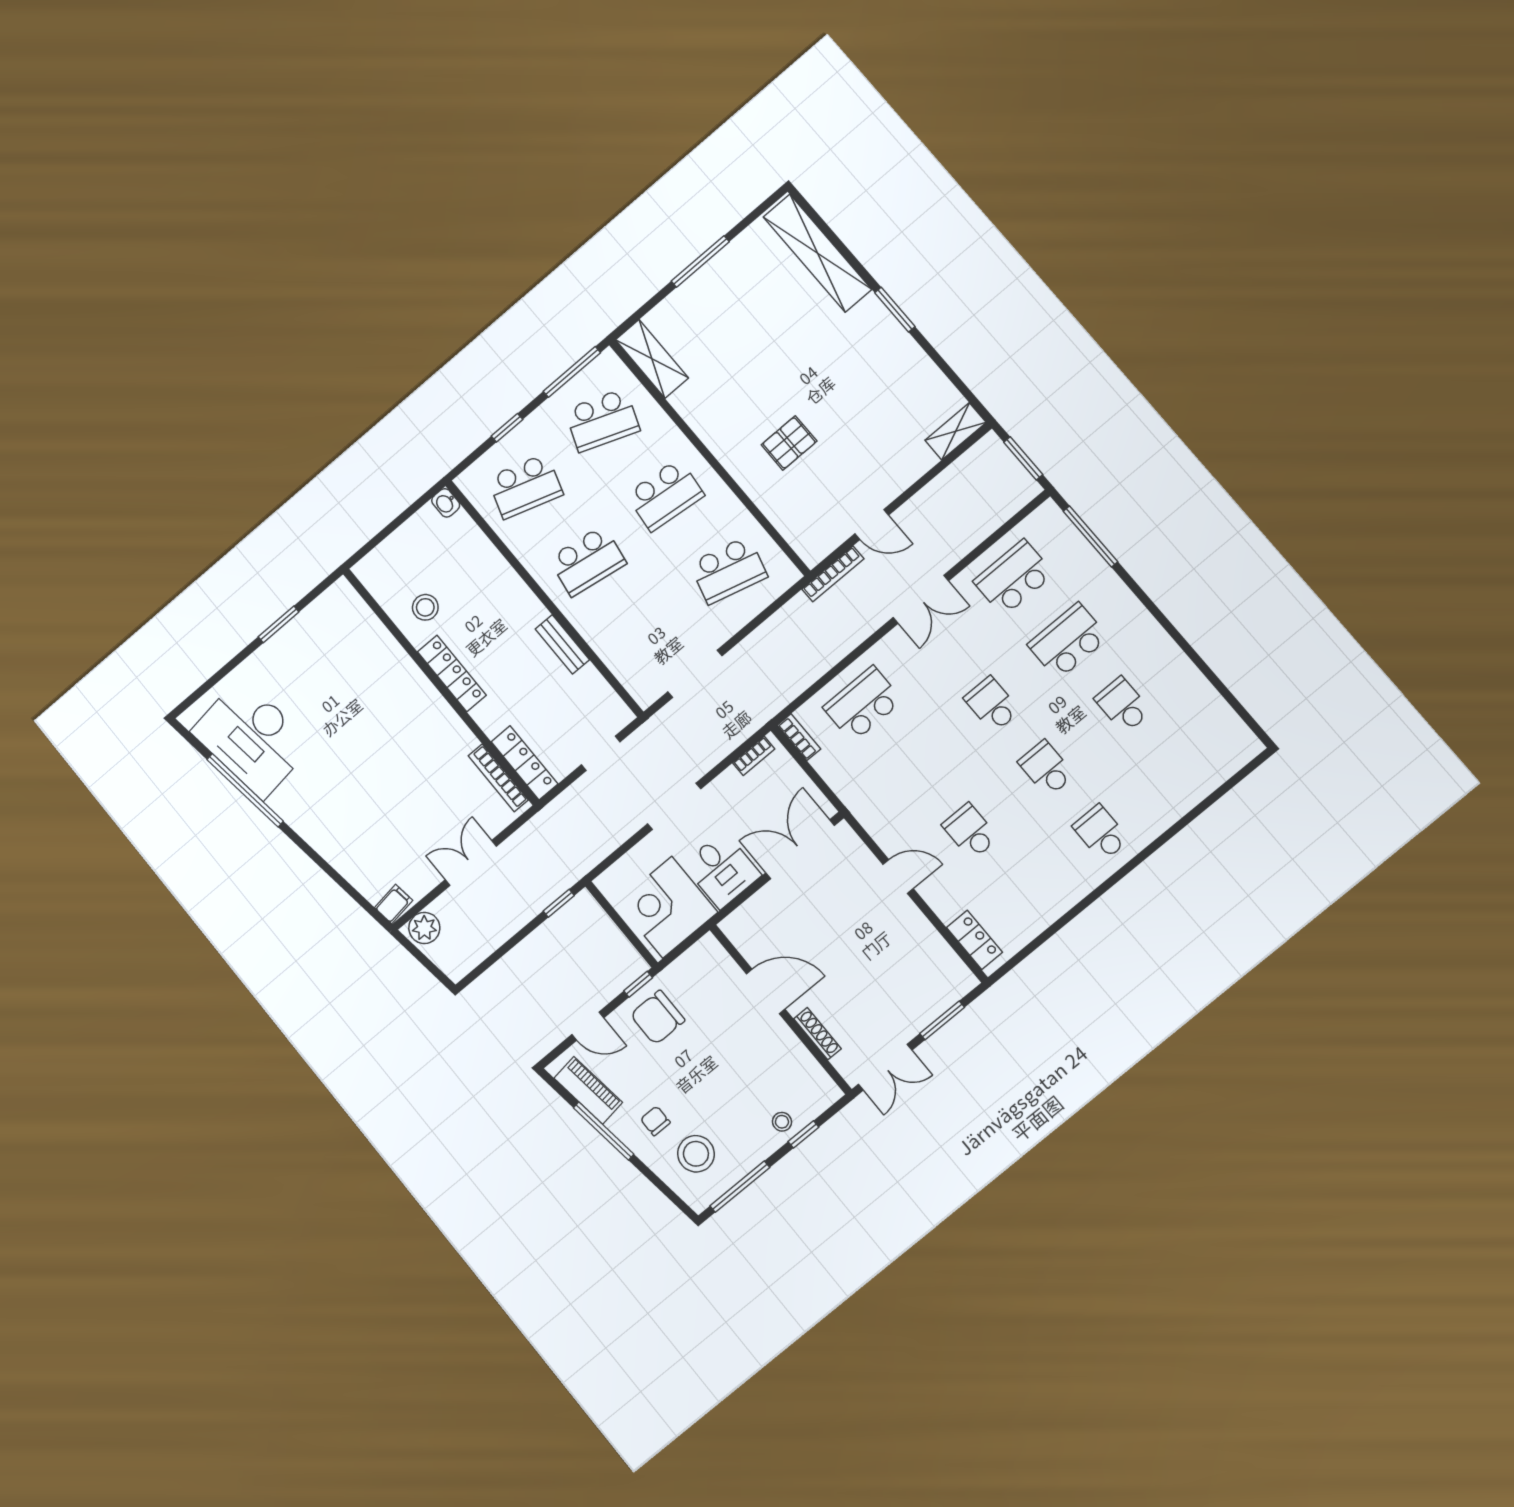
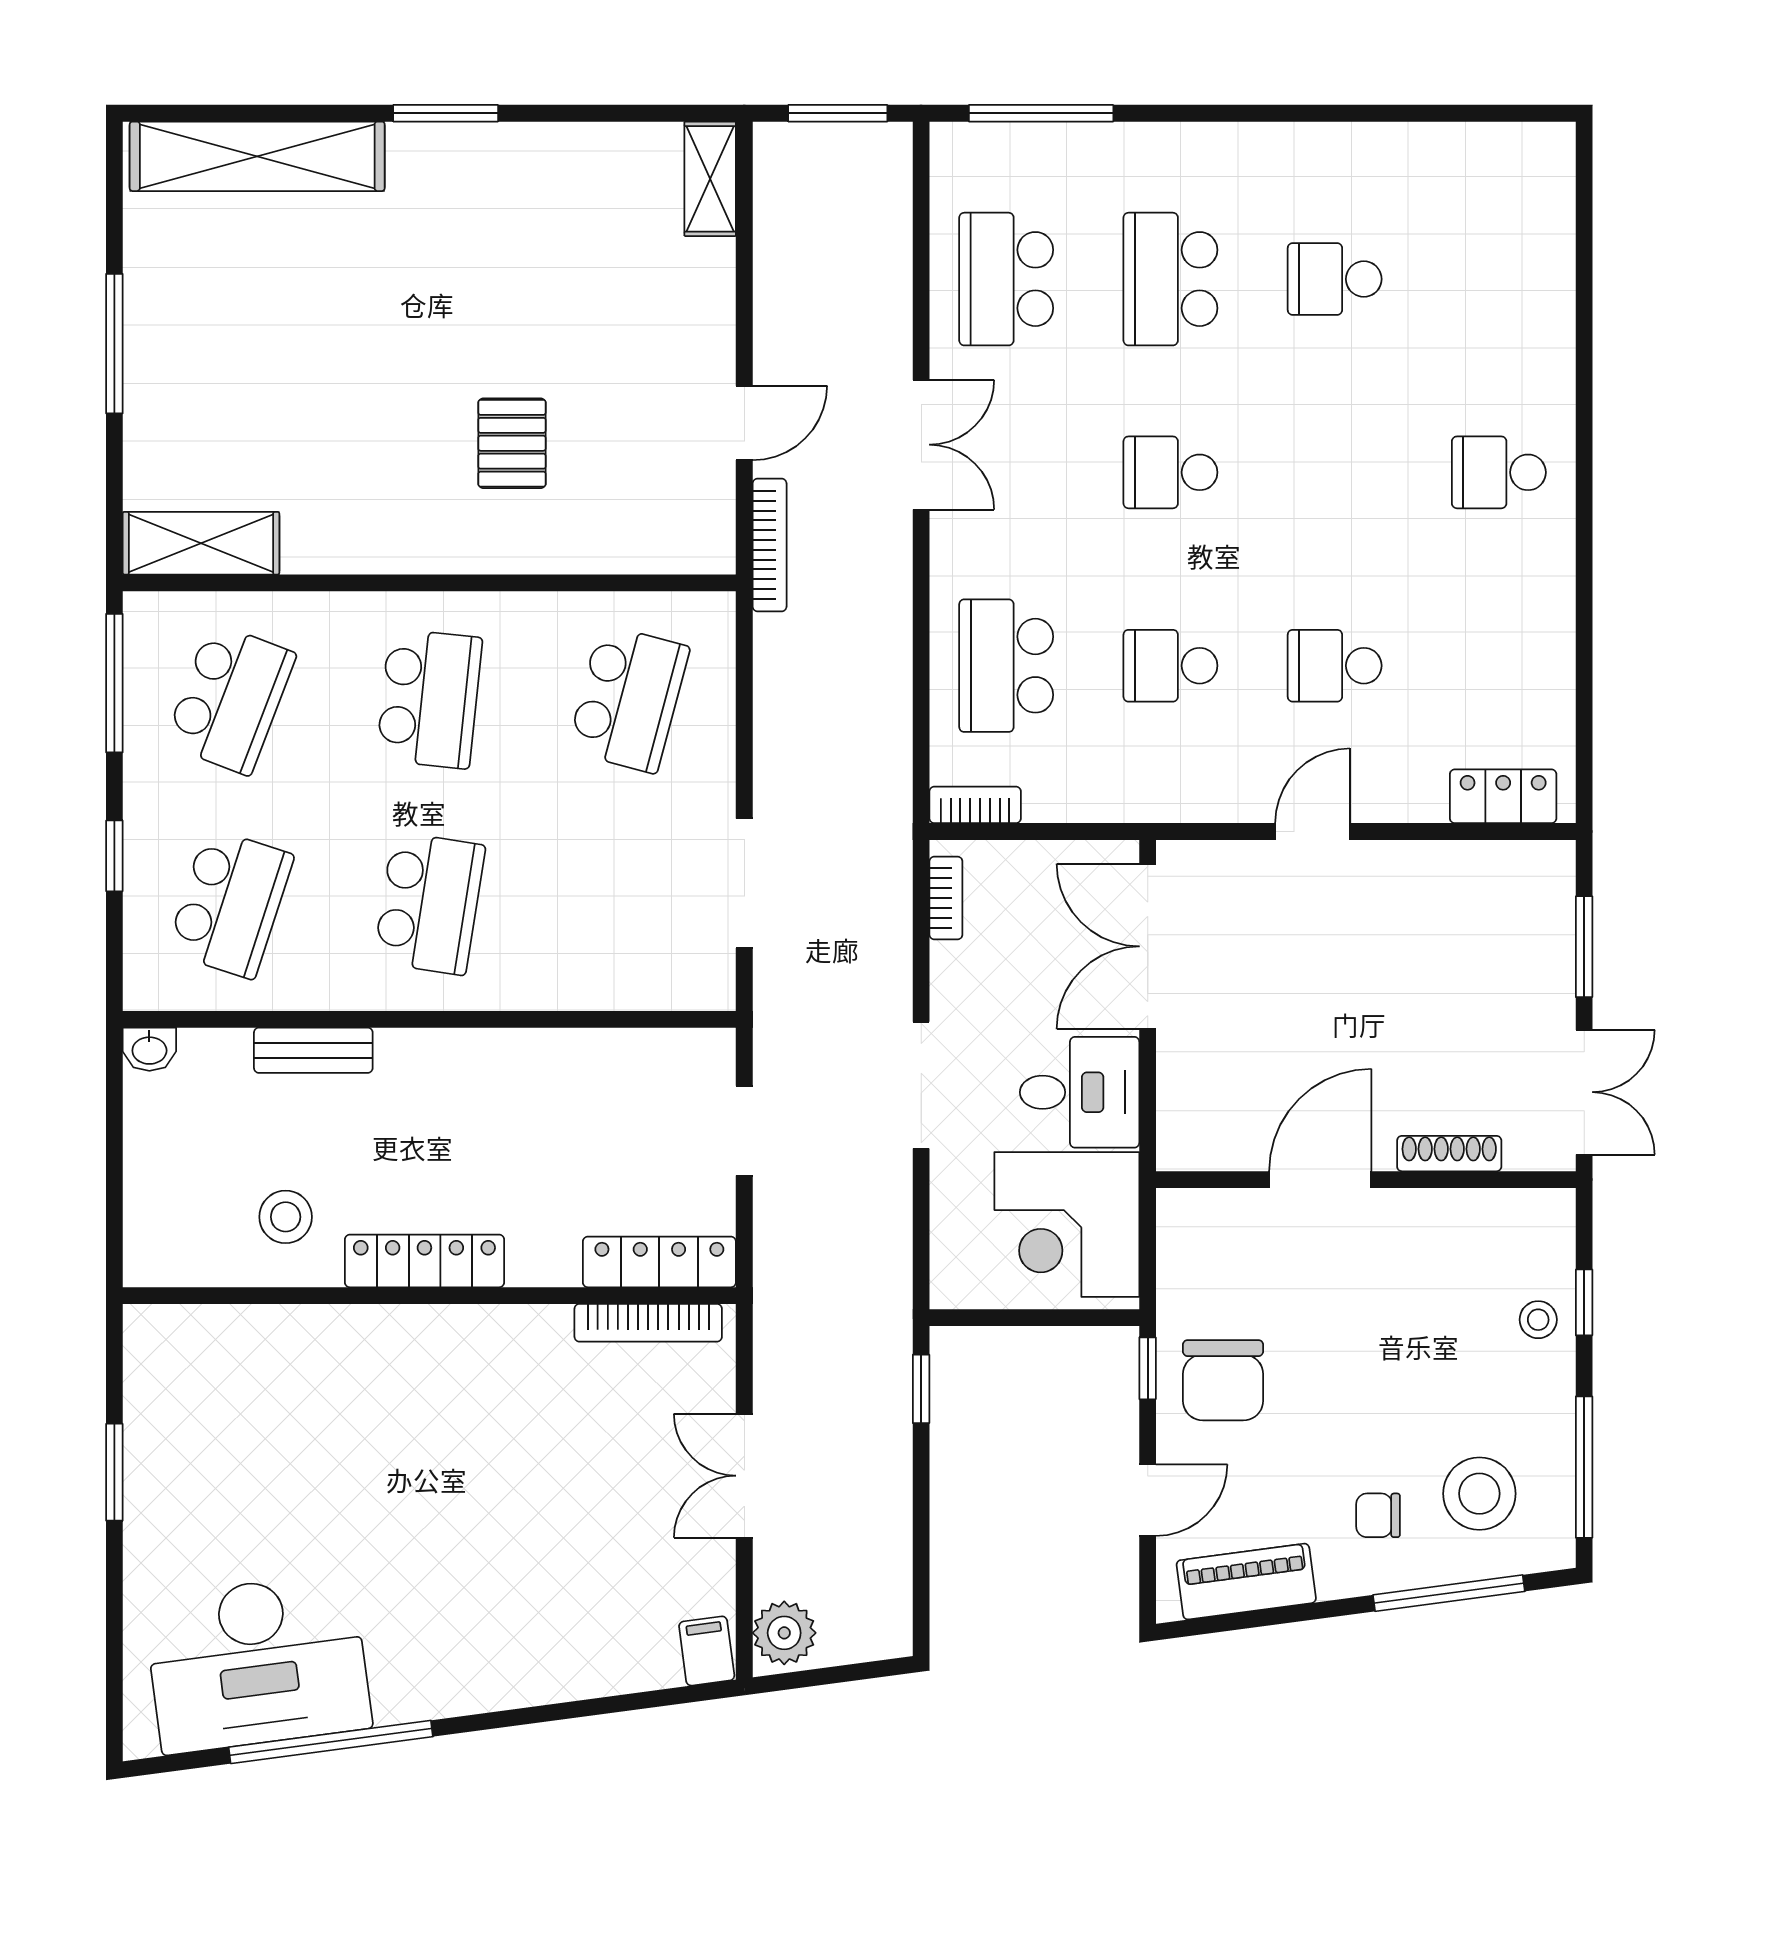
bench: (562, 644) -> (313, 1050), moved
school desk: (1046, 768) -> (1170, 666), moved
window: (604, 1131) -> (1449, 1593), moved

